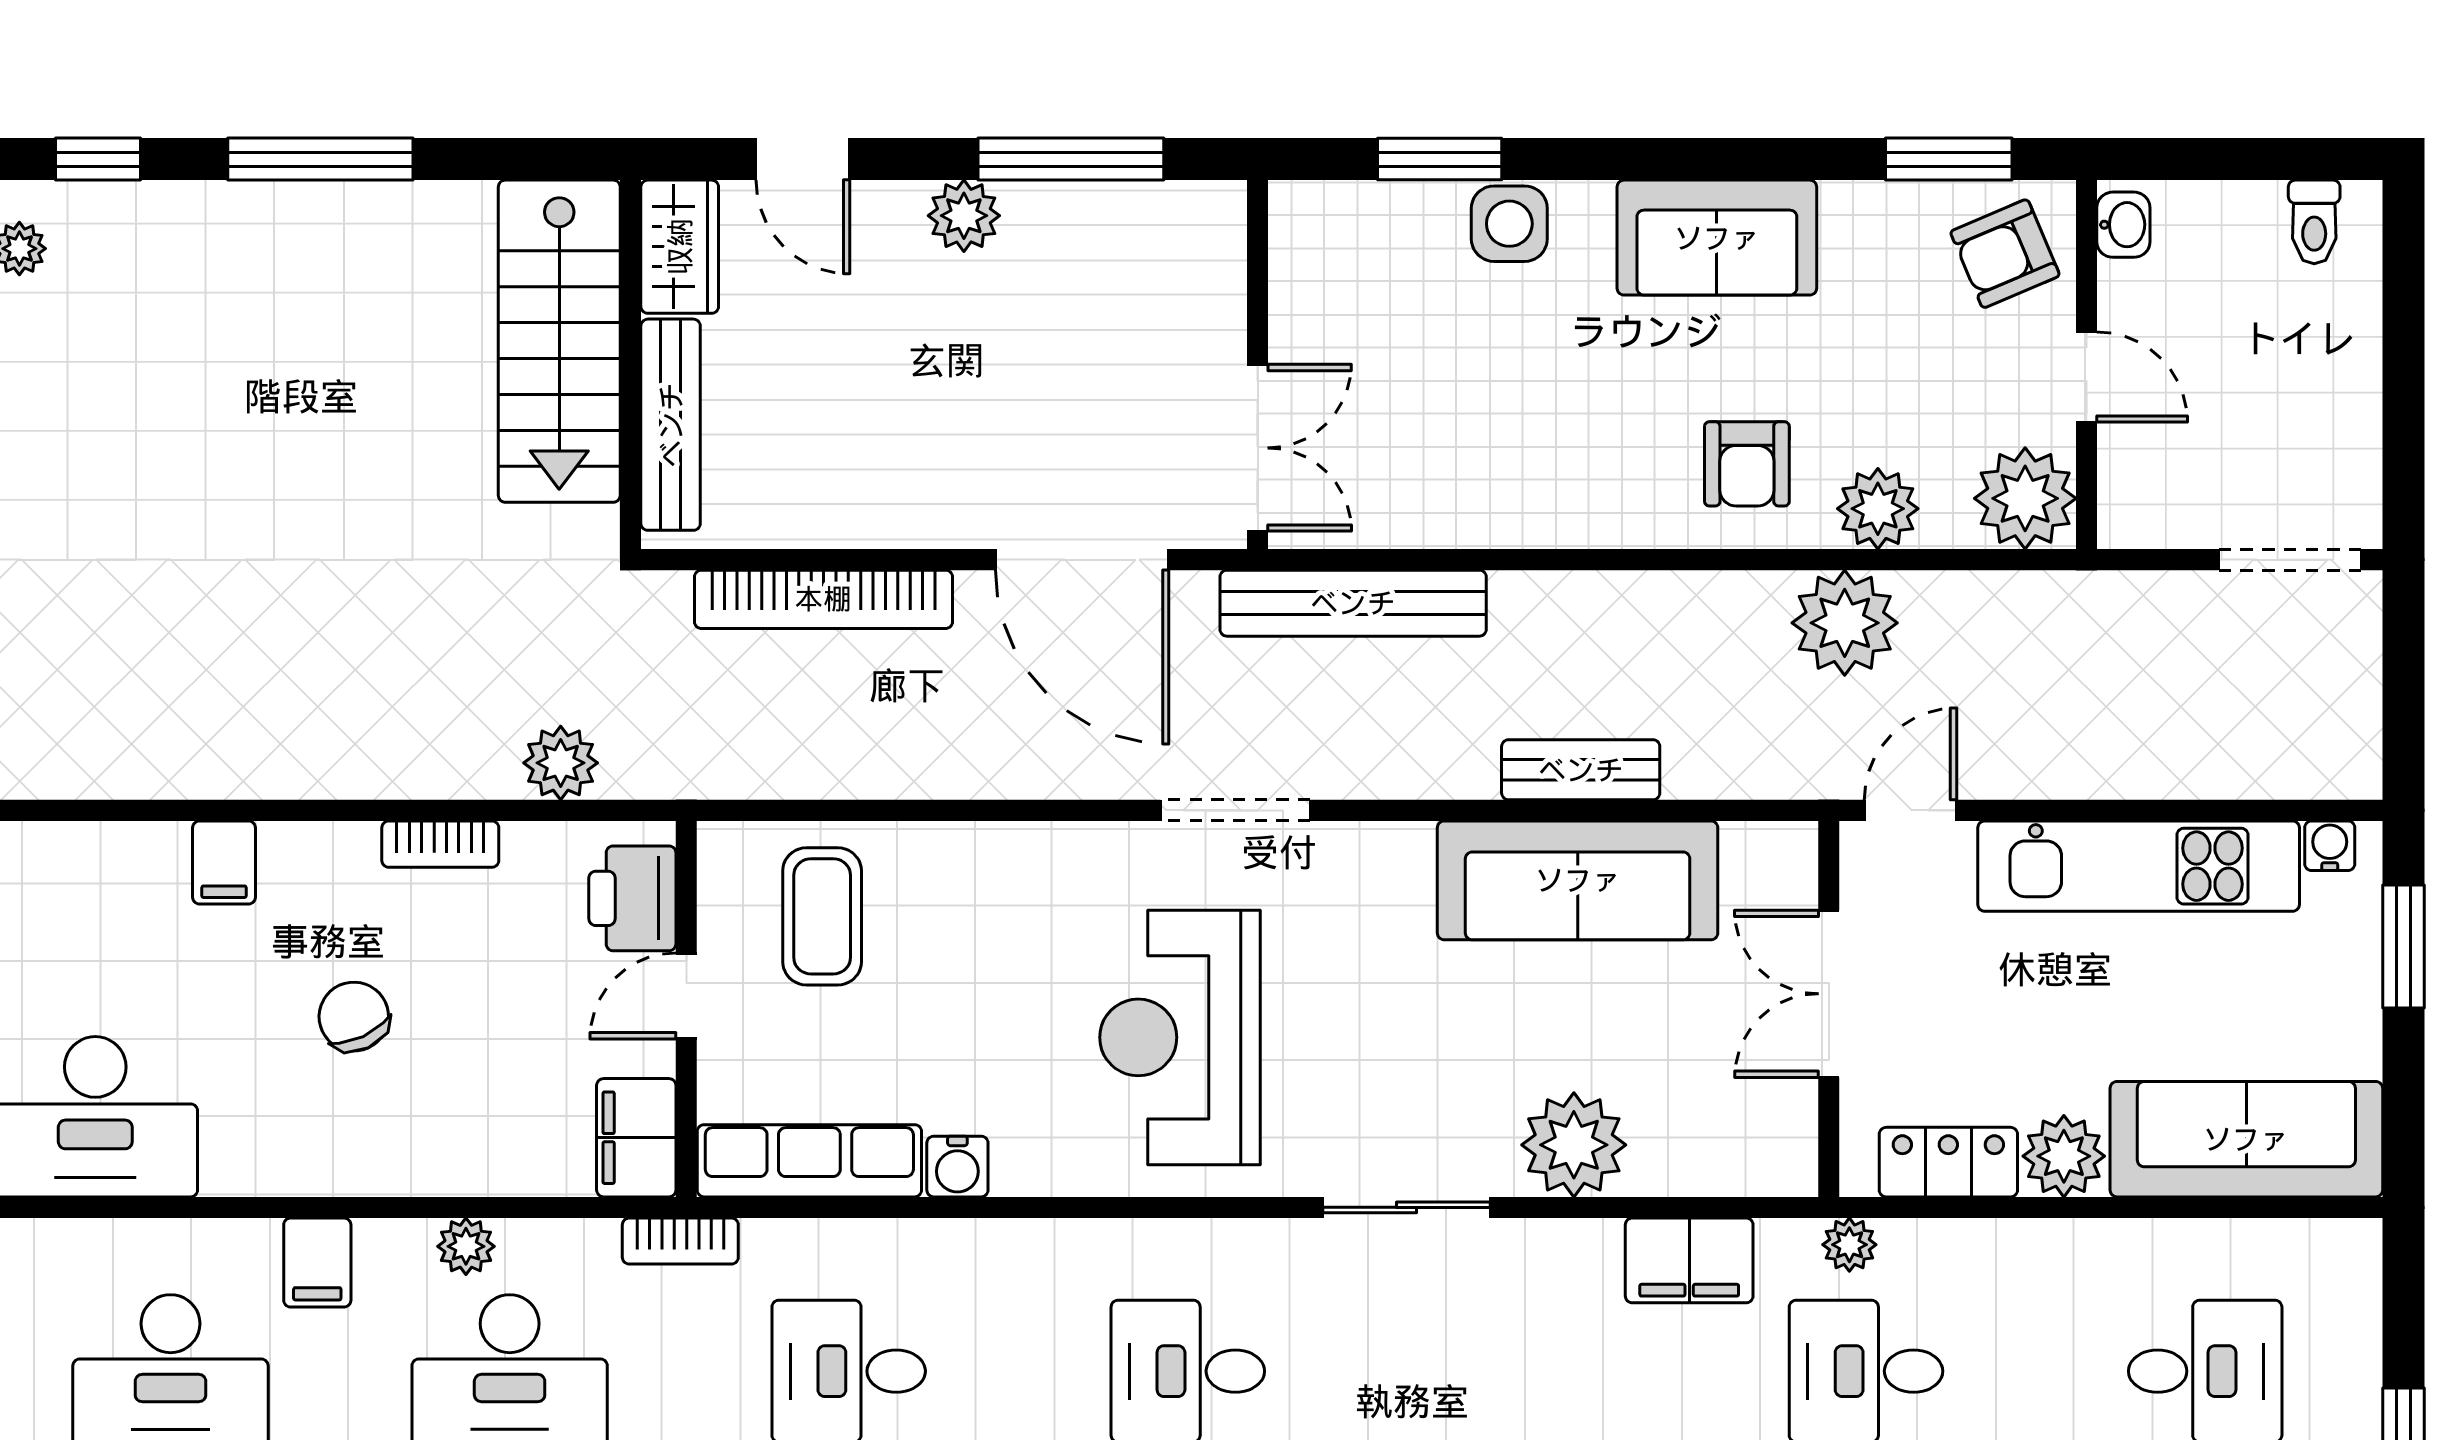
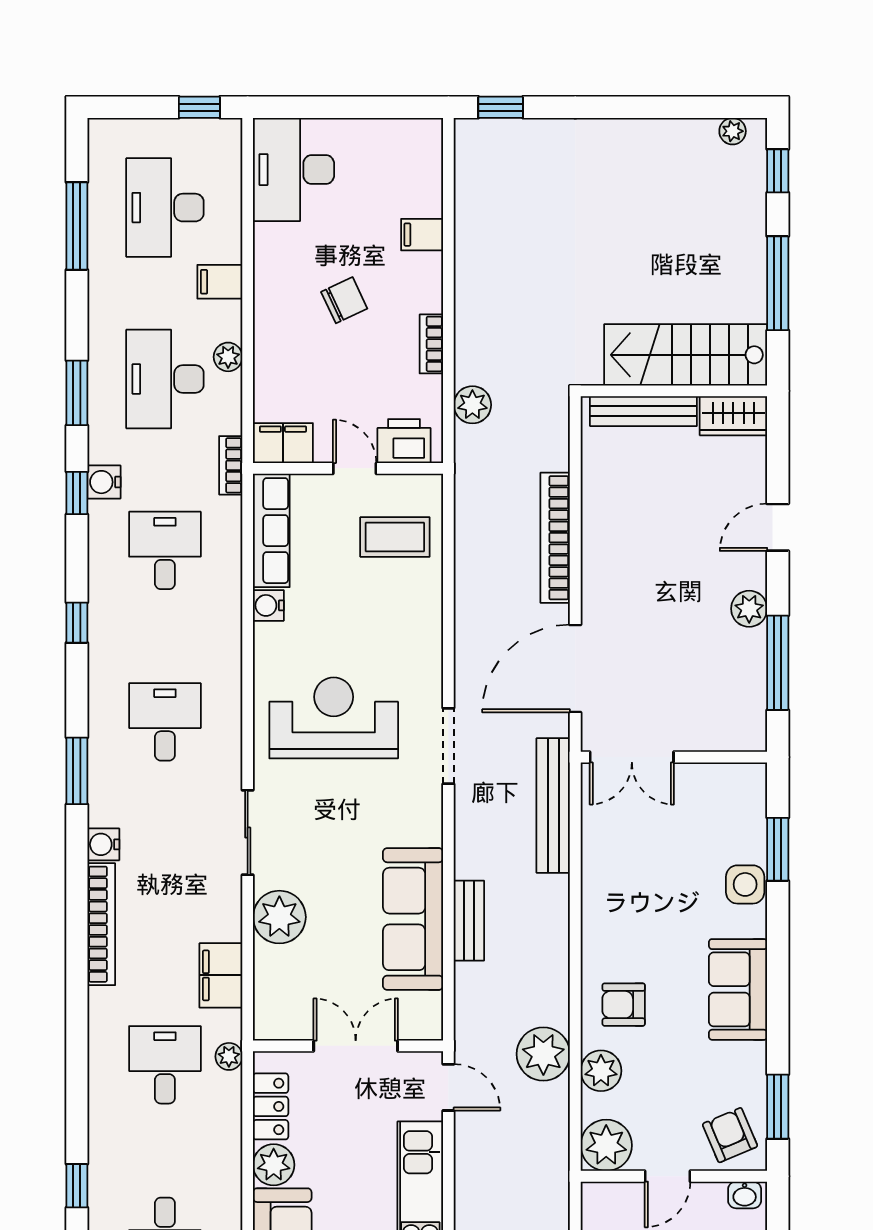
wardrobe: (680, 247) -> (733, 416), moved
stairs: (559, 341) -> (686, 355), moved
wall: (631, 365) -> (674, 391), moved
bench: (671, 425) -> (643, 411), moved

